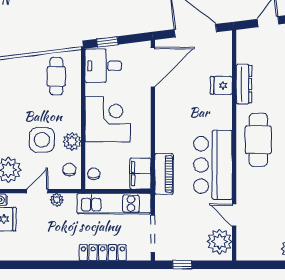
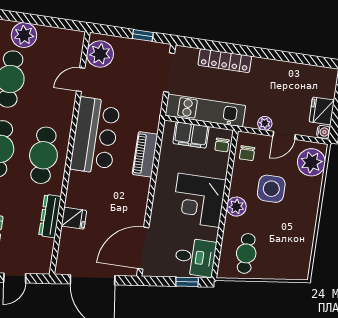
plant: (72, 142) -> (236, 207), moved
filing cabinet: (140, 174) -> (191, 135), moved, turned 90
piano: (164, 174) -> (145, 154), moved
door: (234, 215) -> (81, 80), swing flipped

